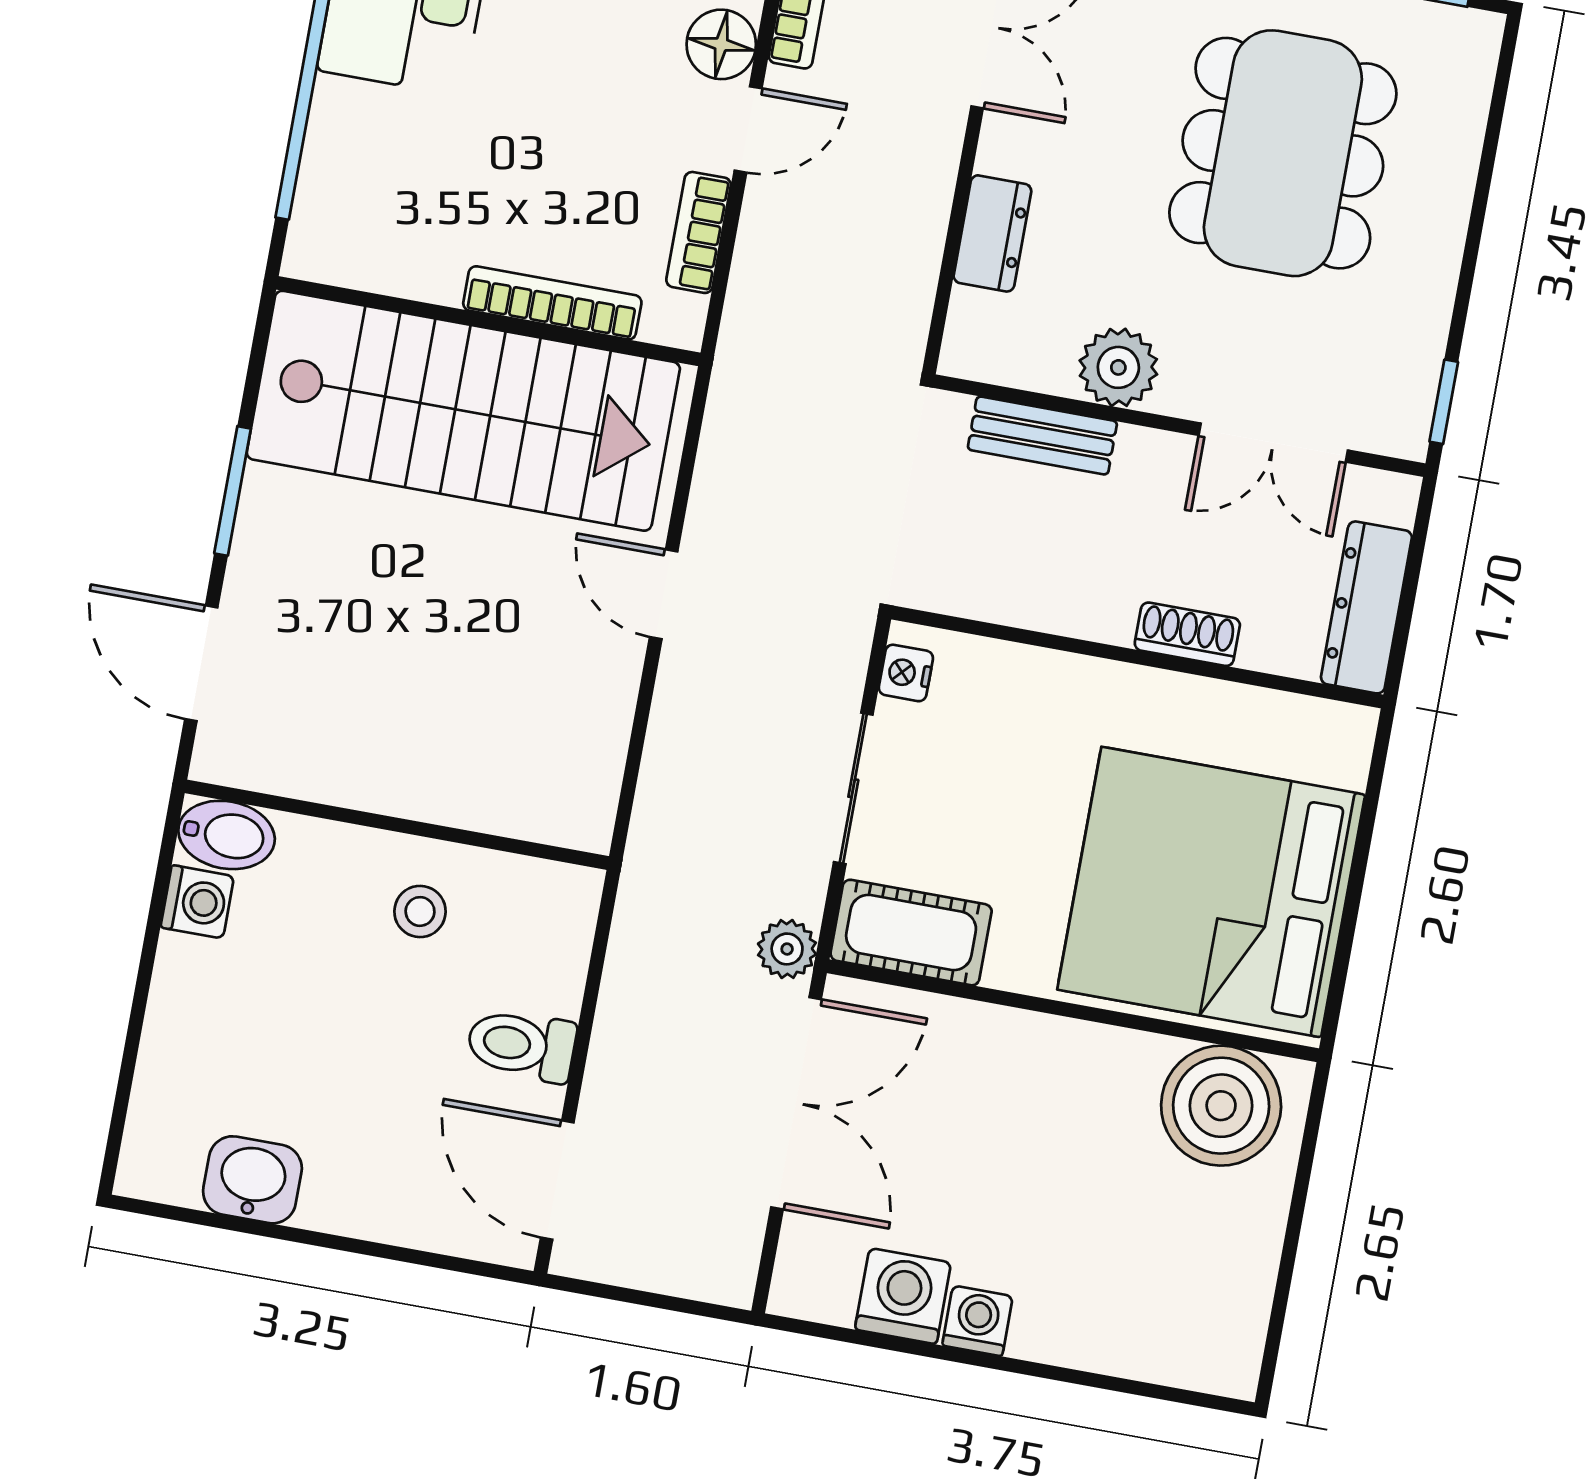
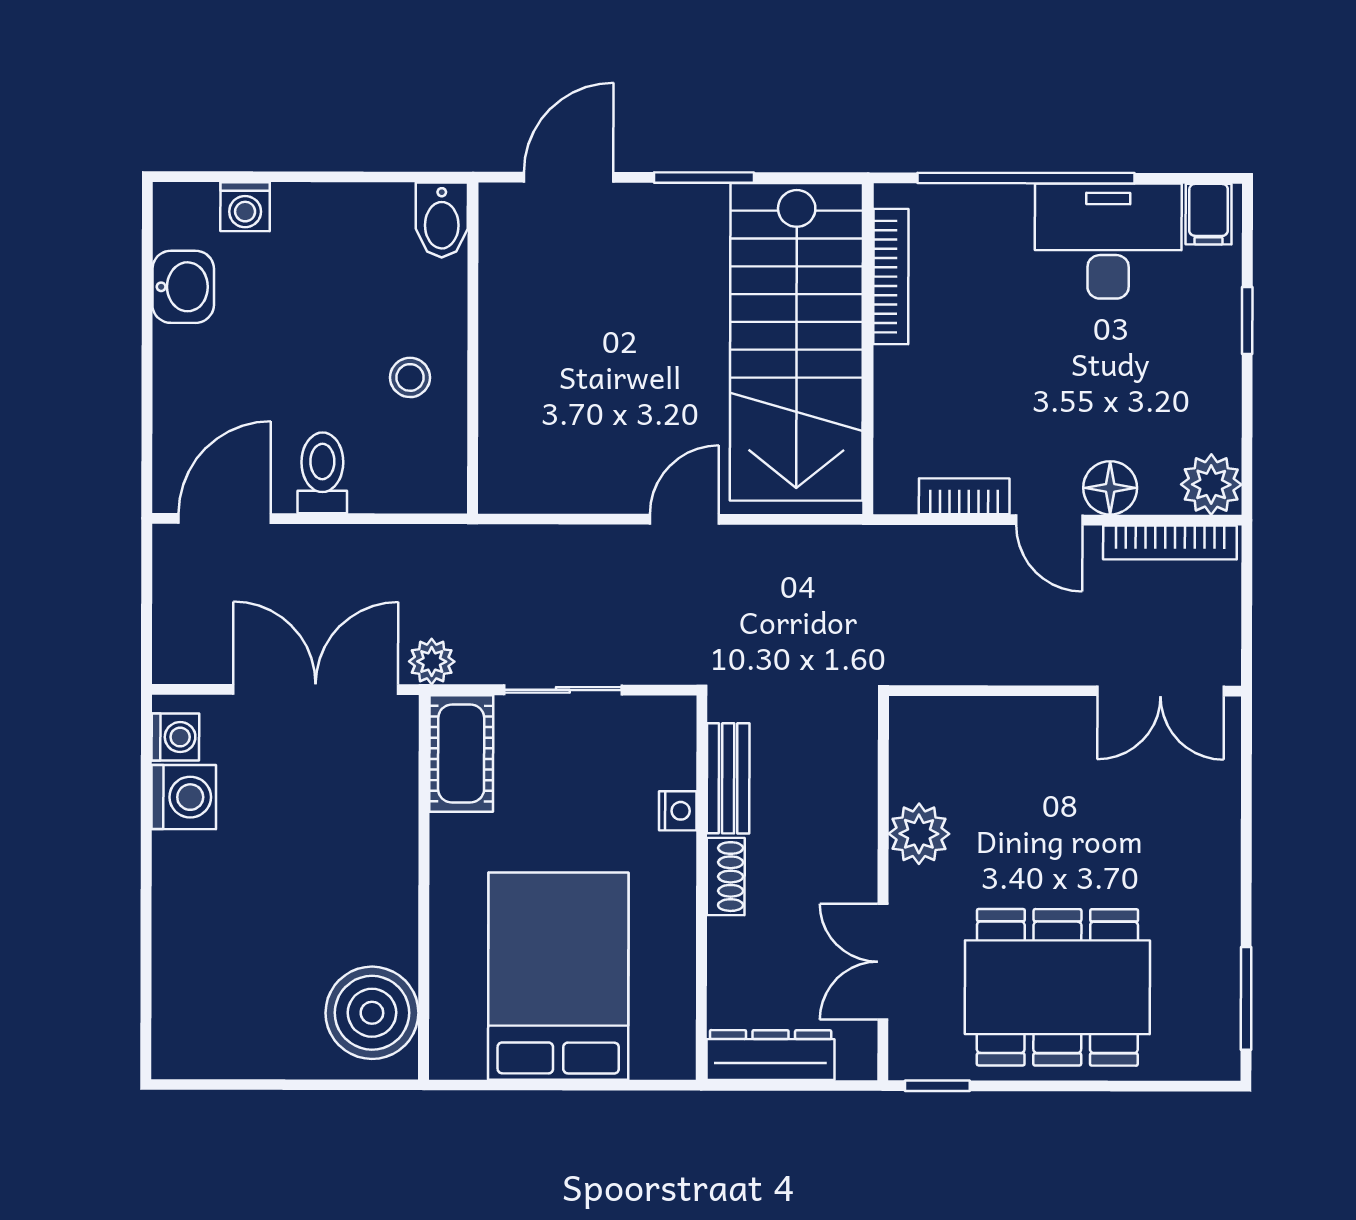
dining table: (1283, 153) -> (1057, 987), moved
dresser: (992, 233) -> (1004, 720), removed
bookcase: (552, 303) -> (891, 277), moved
bench: (1042, 435) -> (728, 778), moved
shoe rack: (1187, 634) -> (726, 877), moved
nightstand: (906, 673) -> (678, 811), moved, turned 90
bed: (1211, 892) -> (558, 976), width x0.73
washing machine: (197, 902) -> (245, 207), moved
double door: (796, 1103) -> (316, 689), swing flipped
washing machine: (978, 1321) -> (175, 737), moved

